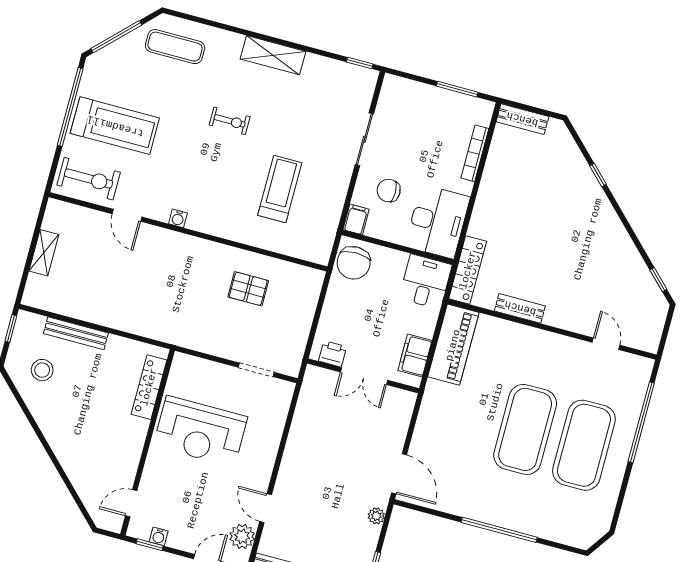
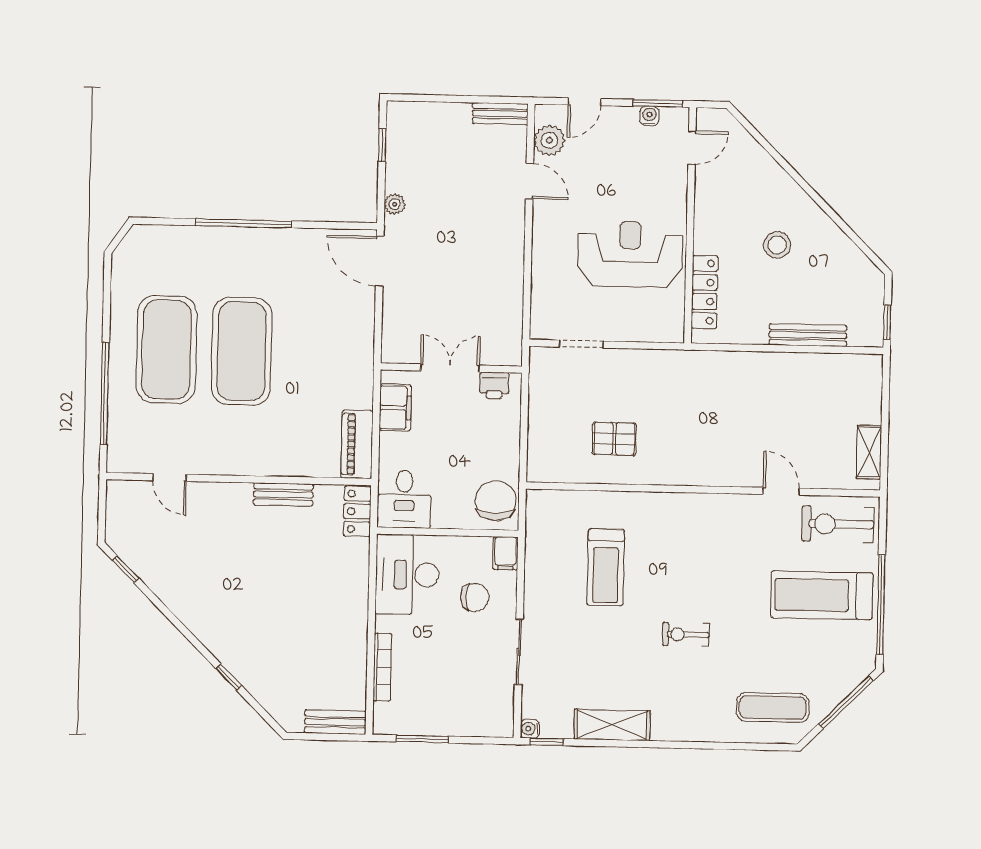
shelving: (273, 55) -> (612, 725), moved
water cooler: (178, 218) -> (530, 729), moved, turned -90
shelving: (44, 253) -> (869, 452), moved
locker: (468, 270) -> (357, 511), width x0.66
piano: (453, 345) -> (357, 444), width x0.73, depth x0.75
stool: (42, 370) -> (777, 245), moved
window: (150, 545) -> (658, 103), width x1.50

